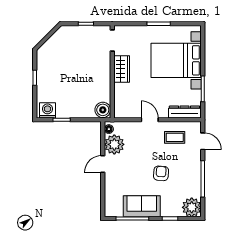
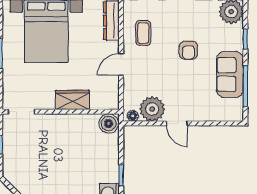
wardrobe: (122, 69) -> (72, 100), moved
armchair: (161, 173) -> (188, 50), turned -94

